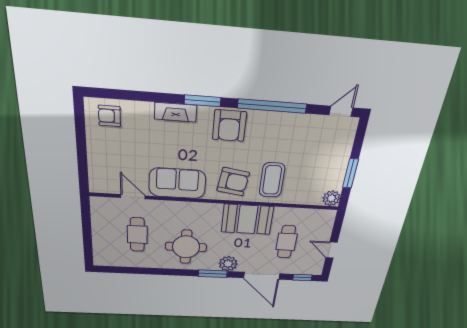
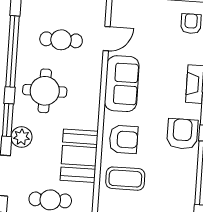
armchair: (229, 126) -> (182, 134), turned 90
armchair: (233, 182) -> (123, 139), turned -99
window: (151, 271) -> (13, 51), added

